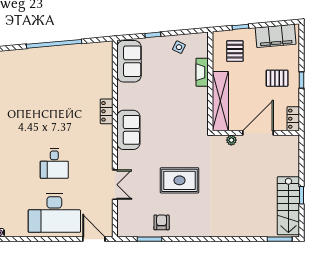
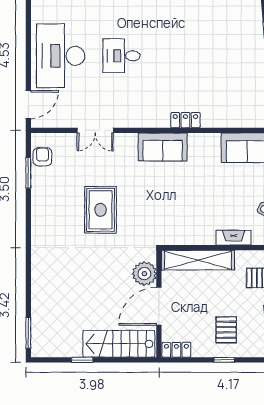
door: (258, 133) -> (159, 306), swing flipped
plant: (231, 140) -> (144, 274), width x1.88, depth x1.88
stairs: (288, 206) -> (119, 344), moved
armchair: (162, 222) -> (42, 157), moved, turned -90

